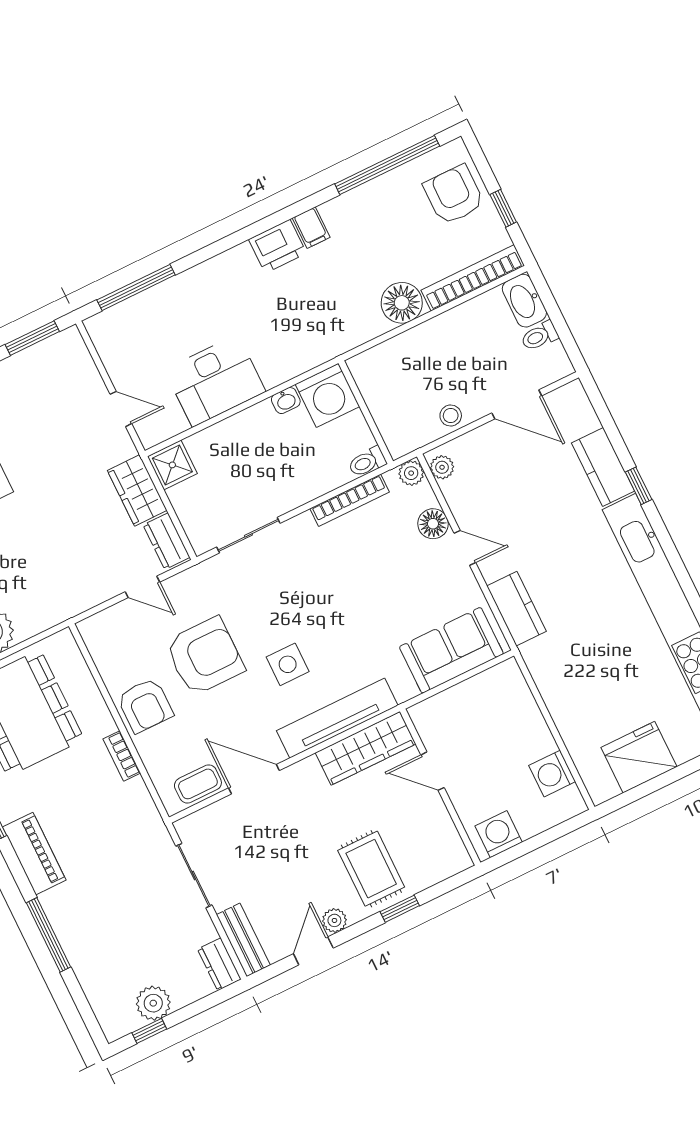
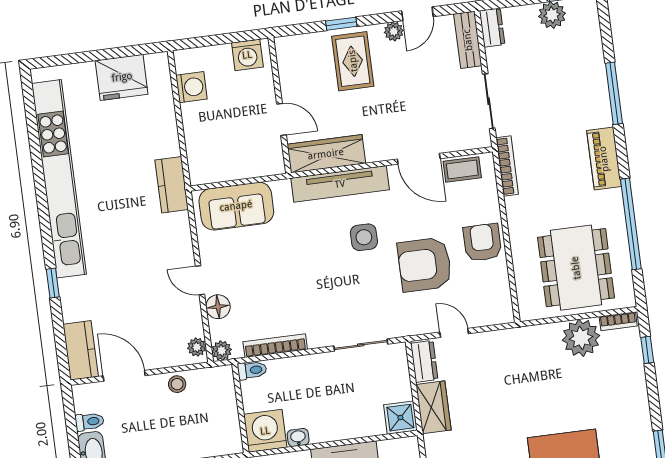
kitchen counter: (603, 467) -> (81, 350), moved
kitchen counter: (517, 609) -> (172, 185), moved
bookcase: (122, 756) -> (507, 166), moved, width x1.56

